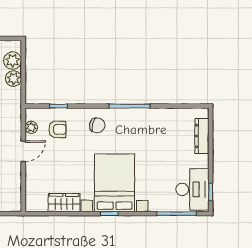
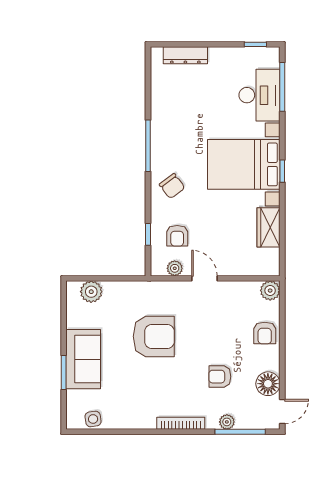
plant: (13, 79) -> (270, 291), moved
chair: (97, 125) -> (172, 186), turned 128
armchair: (57, 129) -> (177, 236), turned 180
desk: (192, 189) -> (259, 95), moved, turned 90

